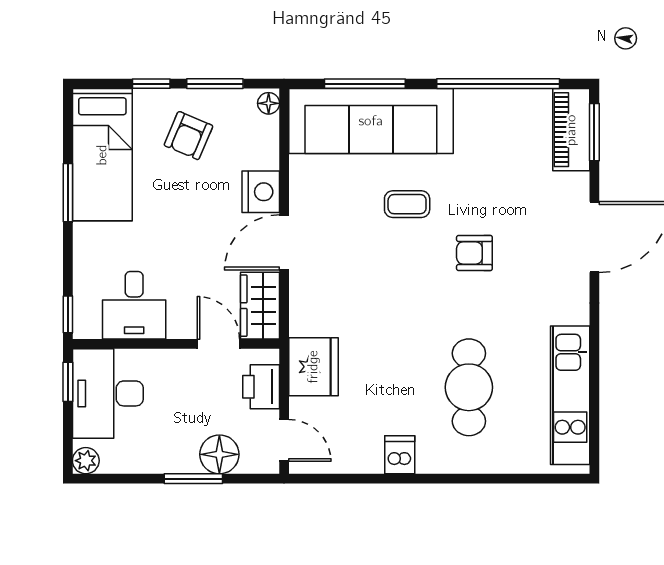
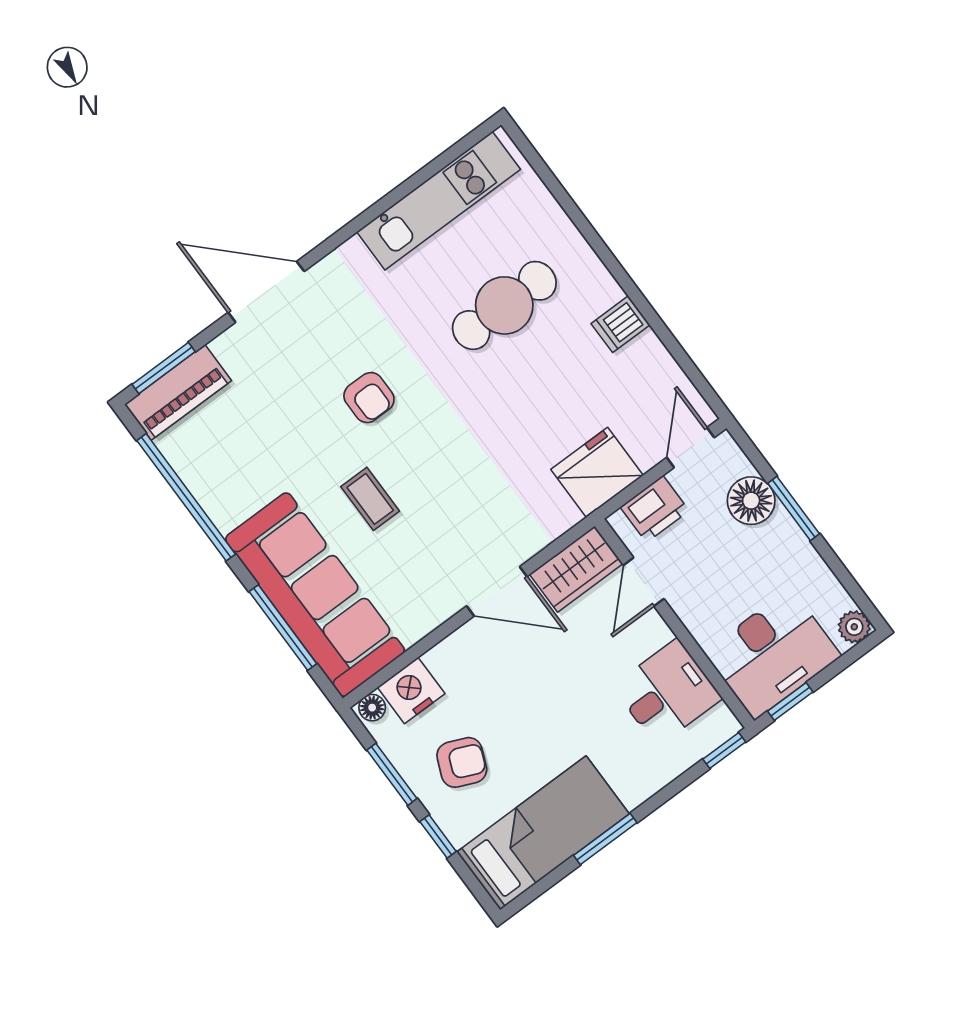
nightstand: (261, 192) -> (411, 690), moved

